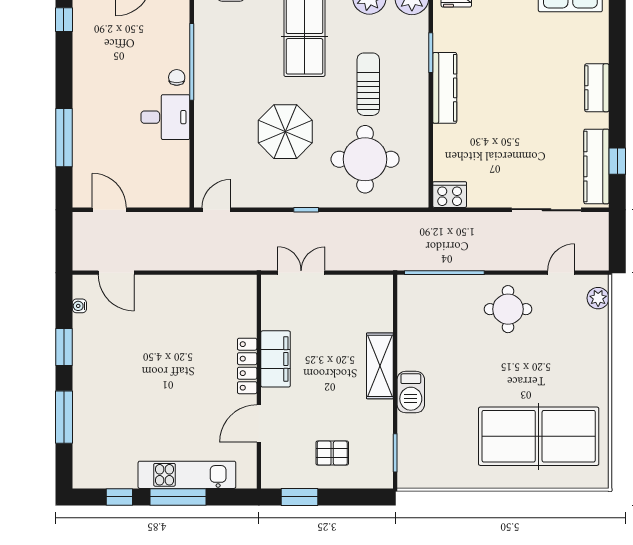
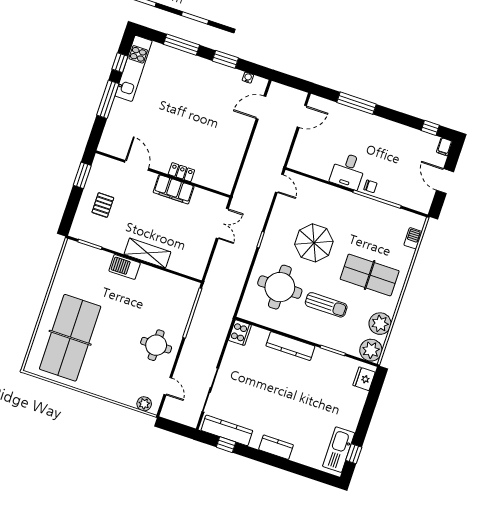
kitchen counter: (445, 88) -> (290, 346), moved
locker: (247, 366) -> (181, 172), width x0.66
kitchen unit: (187, 475) -> (133, 68), moved

